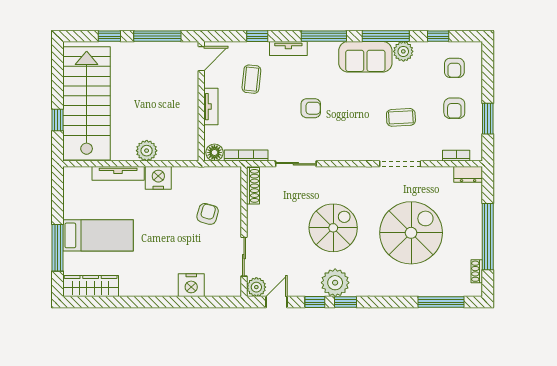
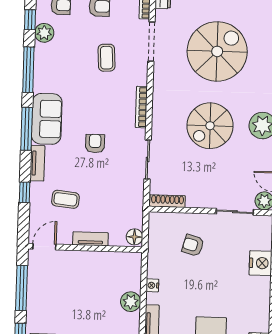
plant: (403, 51) -> (44, 33), moved
sofa: (365, 57) -> (47, 119), moved
door: (201, 59) -> (44, 247), hinge flipped
bookcase: (246, 155) -> (141, 107), moved
doorway: (400, 164) -> (151, 42), moved
nightstand: (158, 178) -> (152, 285), width x0.53, depth x0.56
spiral stairs: (333, 228) -> (210, 126), turned -90
spiral stairs: (411, 233) -> (217, 51), turned 90

